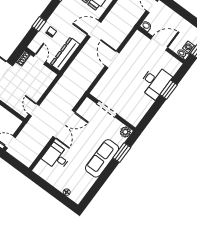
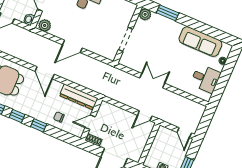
window: (39, 24) -> (39, 125), moved
plant: (137, 39) -> (45, 25), added
double door: (64, 124) -> (152, 81), width x0.73
desk: (57, 157) -> (205, 79), moved, turned -90
sofa: (102, 158) -> (200, 42), moved

